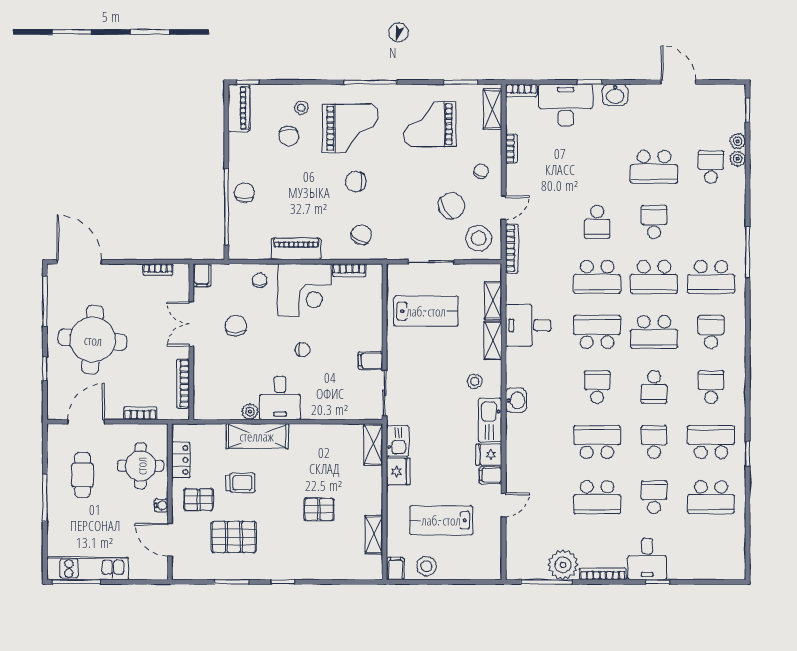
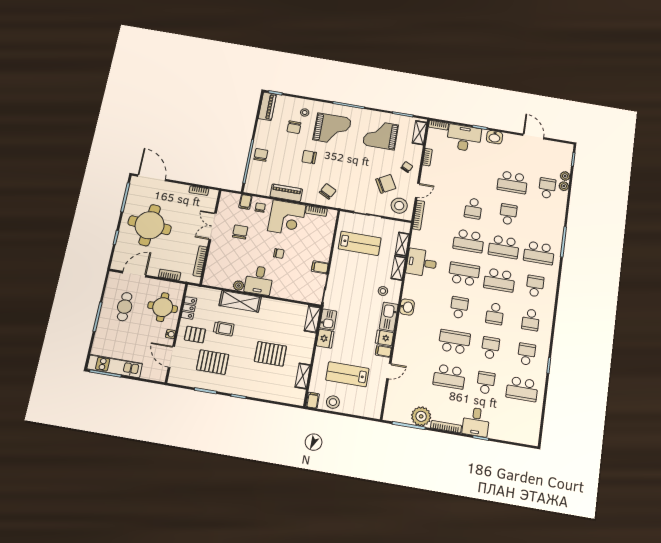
chair: (356, 181) -> (309, 157), moved
filing cabinet: (202, 275) -> (245, 202), moved
school desk: (711, 387) -> (531, 320), turned 180
school desk: (711, 442) -> (526, 354), width x0.54
pallet: (319, 509) -> (270, 354), width x1.50, depth x1.42

